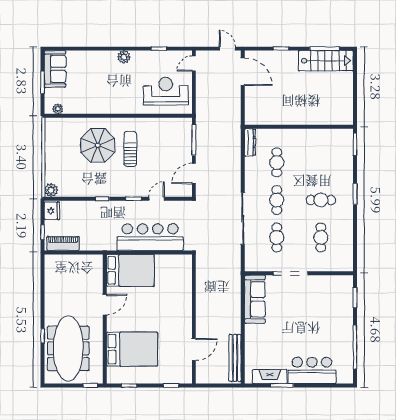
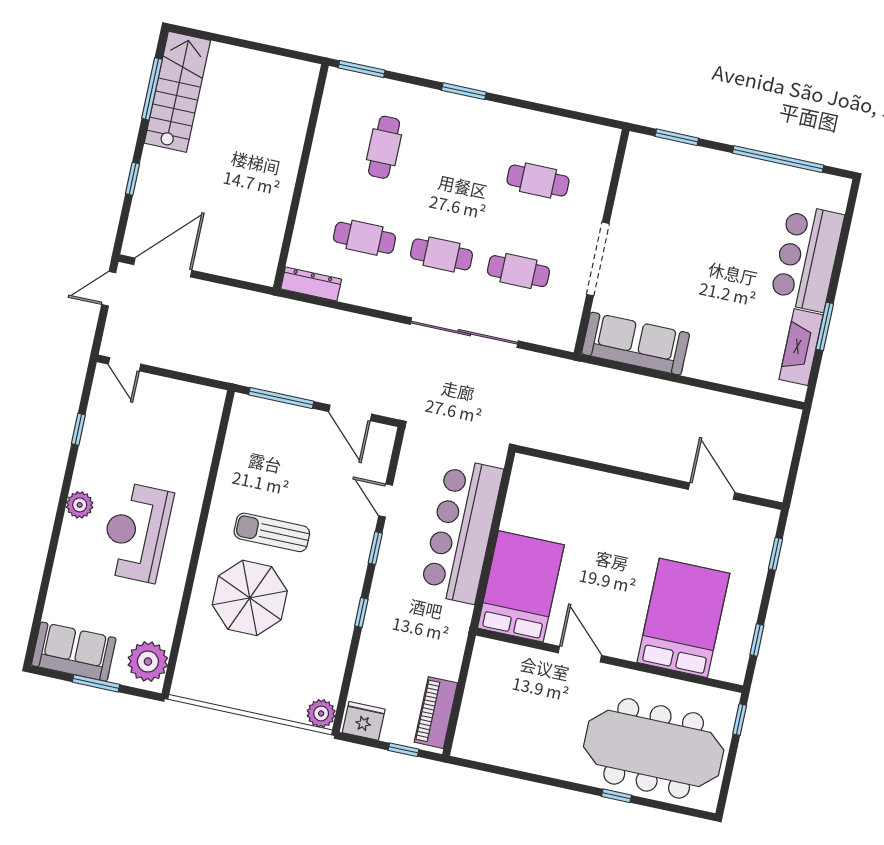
reception desk: (166, 91) -> (136, 532), moved
plant: (58, 109) -> (148, 662), width x1.88, depth x1.88
cafe table: (321, 200) -> (384, 147), moved
bench: (235, 358) -> (747, 410), removed

